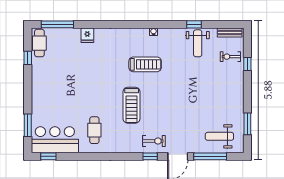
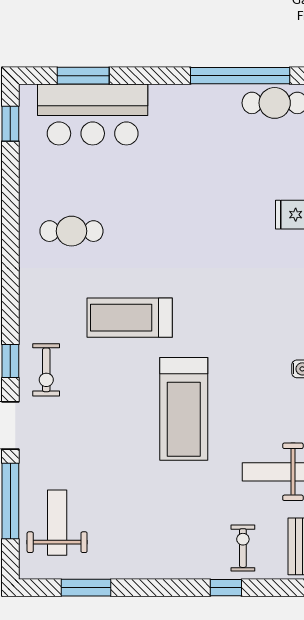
window: (28, 58) -> (240, 76), width x3.17
treadmill: (145, 64) -> (184, 409), moved, width x1.37, depth x1.38
bar counter: (55, 140) -> (93, 115), moved, turned 90

